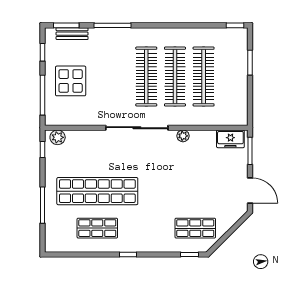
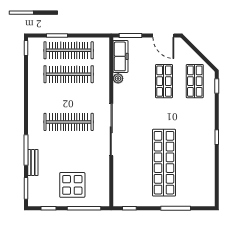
bench: (72, 34) -> (33, 162), moved
clothes rail: (175, 77) -> (69, 50), moved
plant: (183, 136) -> (118, 78), moved
plant: (58, 137) -> (119, 196), removed
freezer: (230, 139) -> (120, 56), width x1.40
door: (250, 190) -> (163, 36), swing flipped
shop shelf: (97, 228) -> (164, 81), moved

